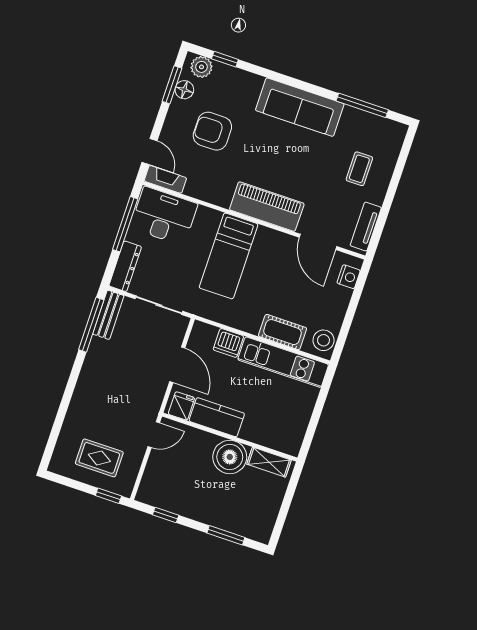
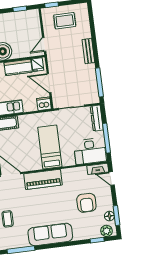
armchair: (212, 131) -> (86, 203), turned 90
bench: (108, 315) -> (88, 51), moved
dishwasher: (228, 343) -> (44, 104), moved

